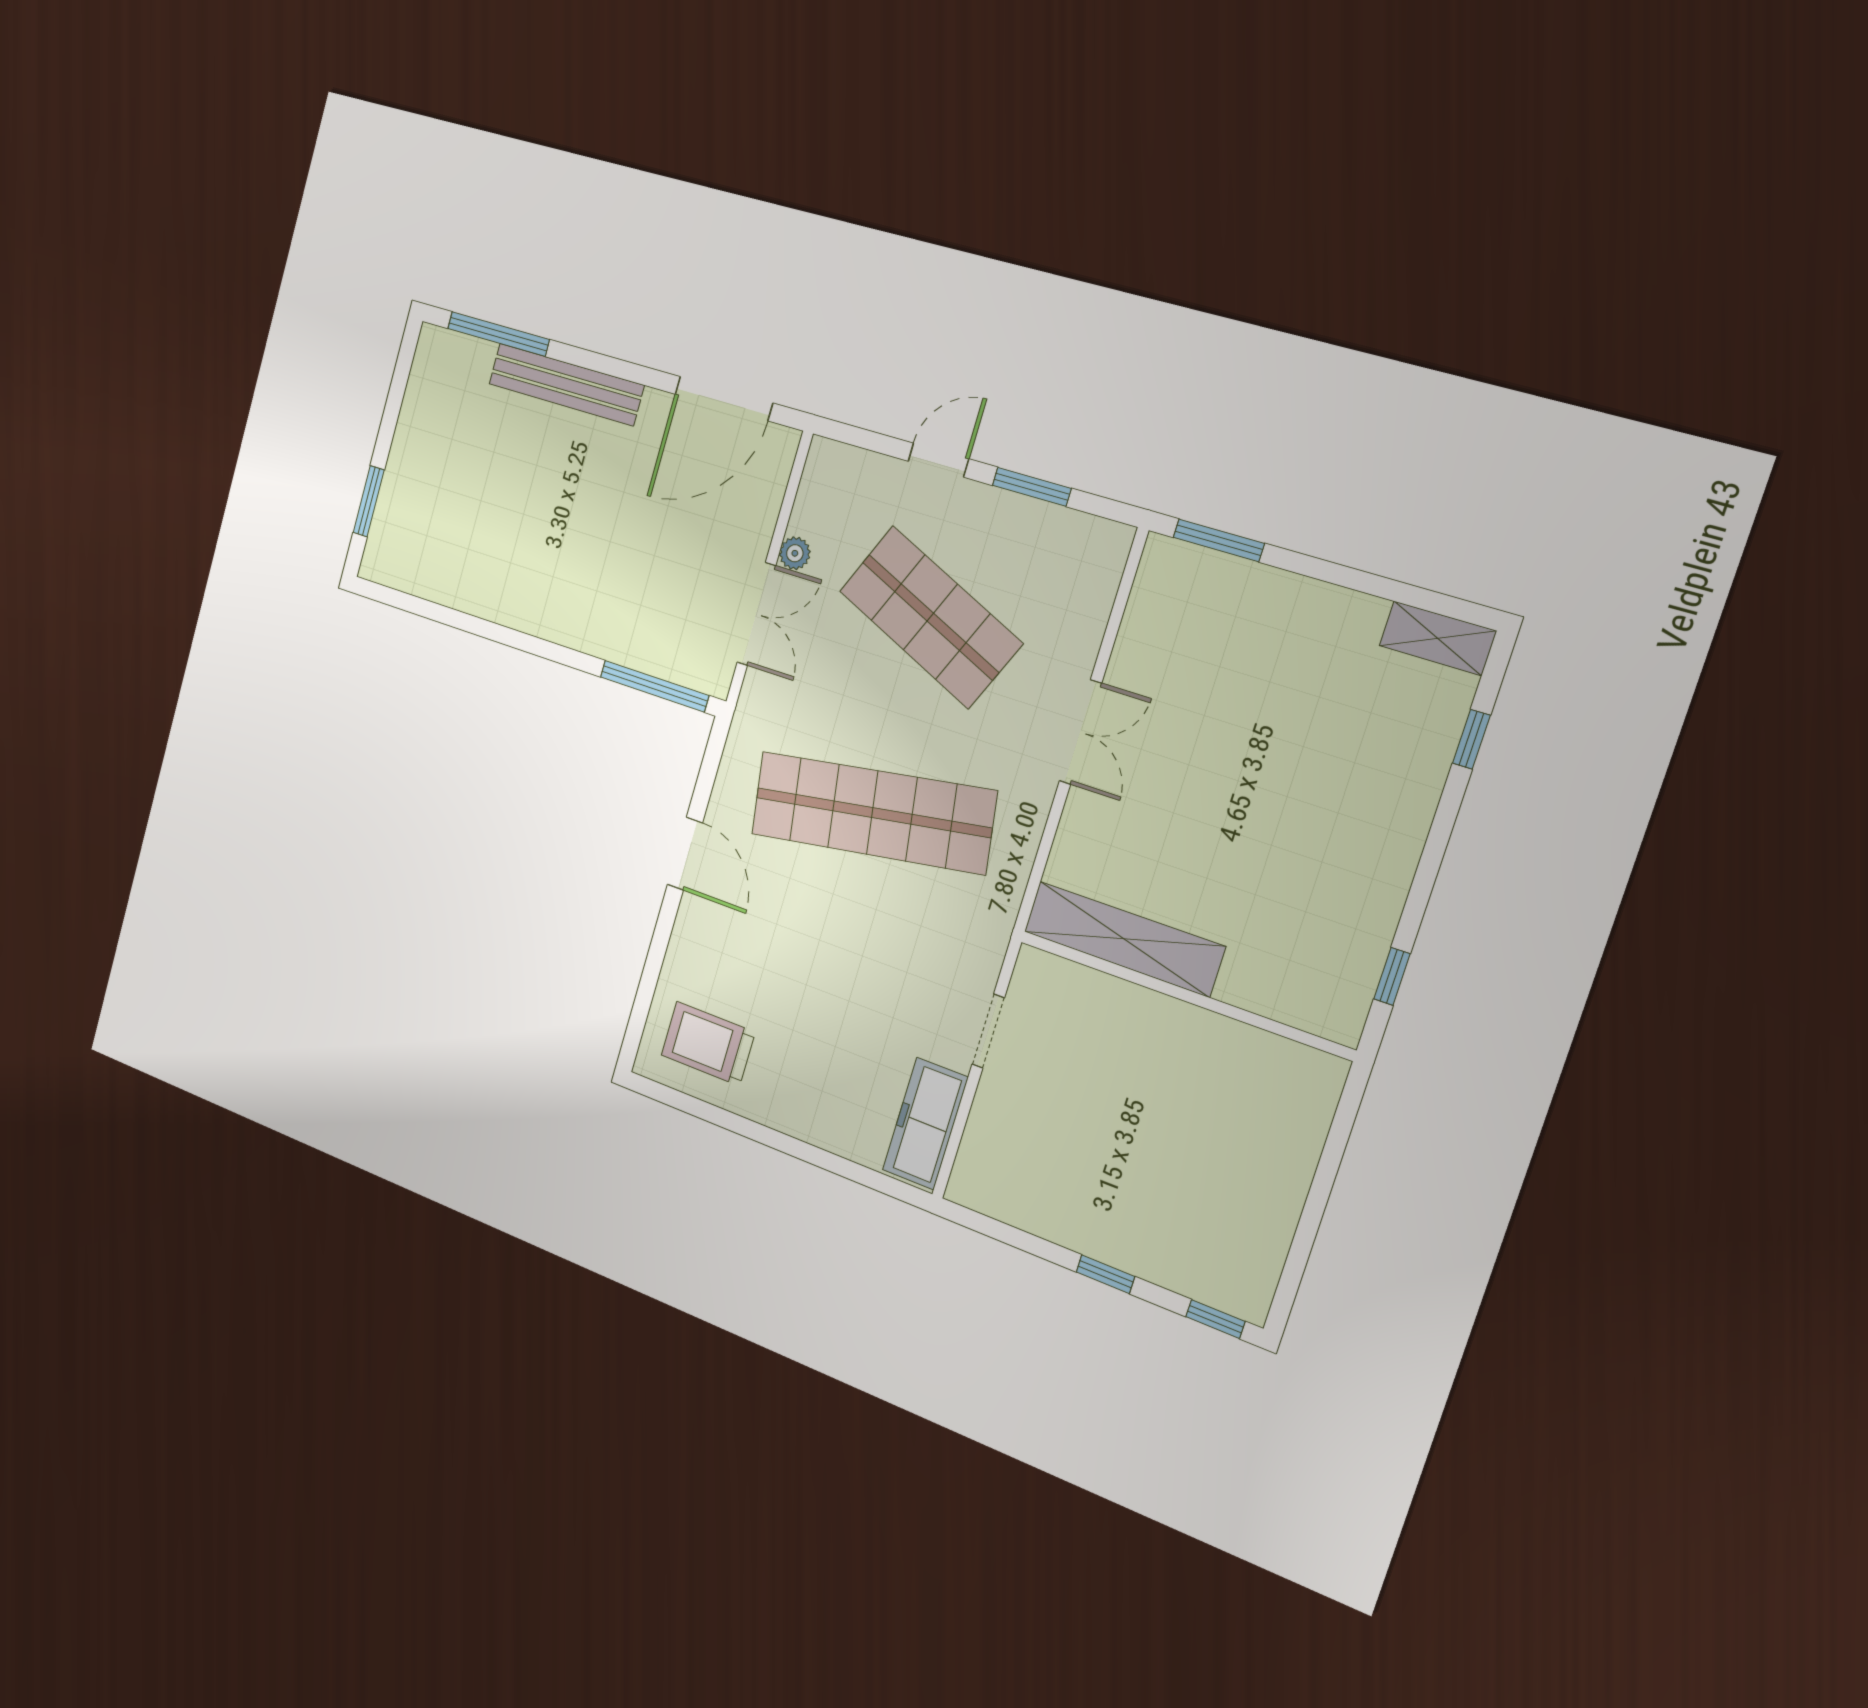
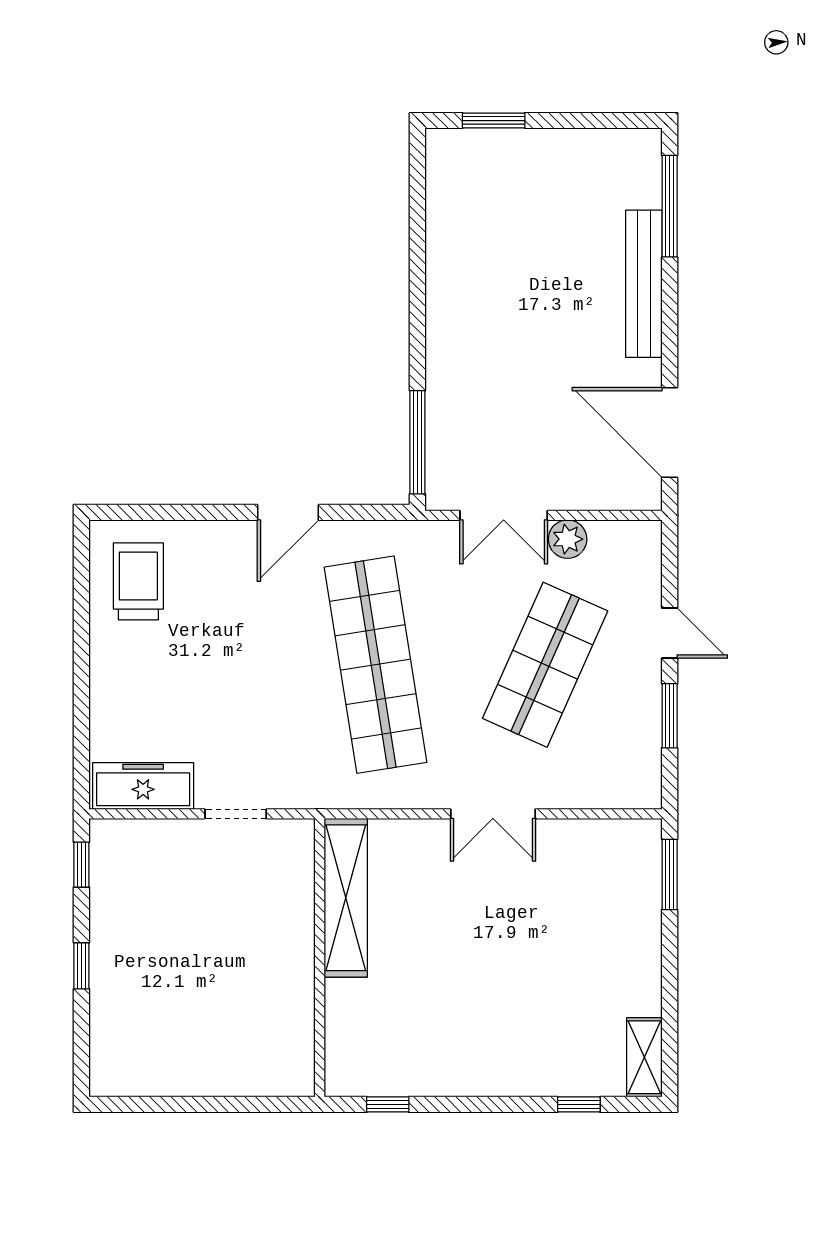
plant: (795, 553) -> (568, 539), width x1.38, depth x1.38
window: (1215, 1319) -> (81, 865), moved

